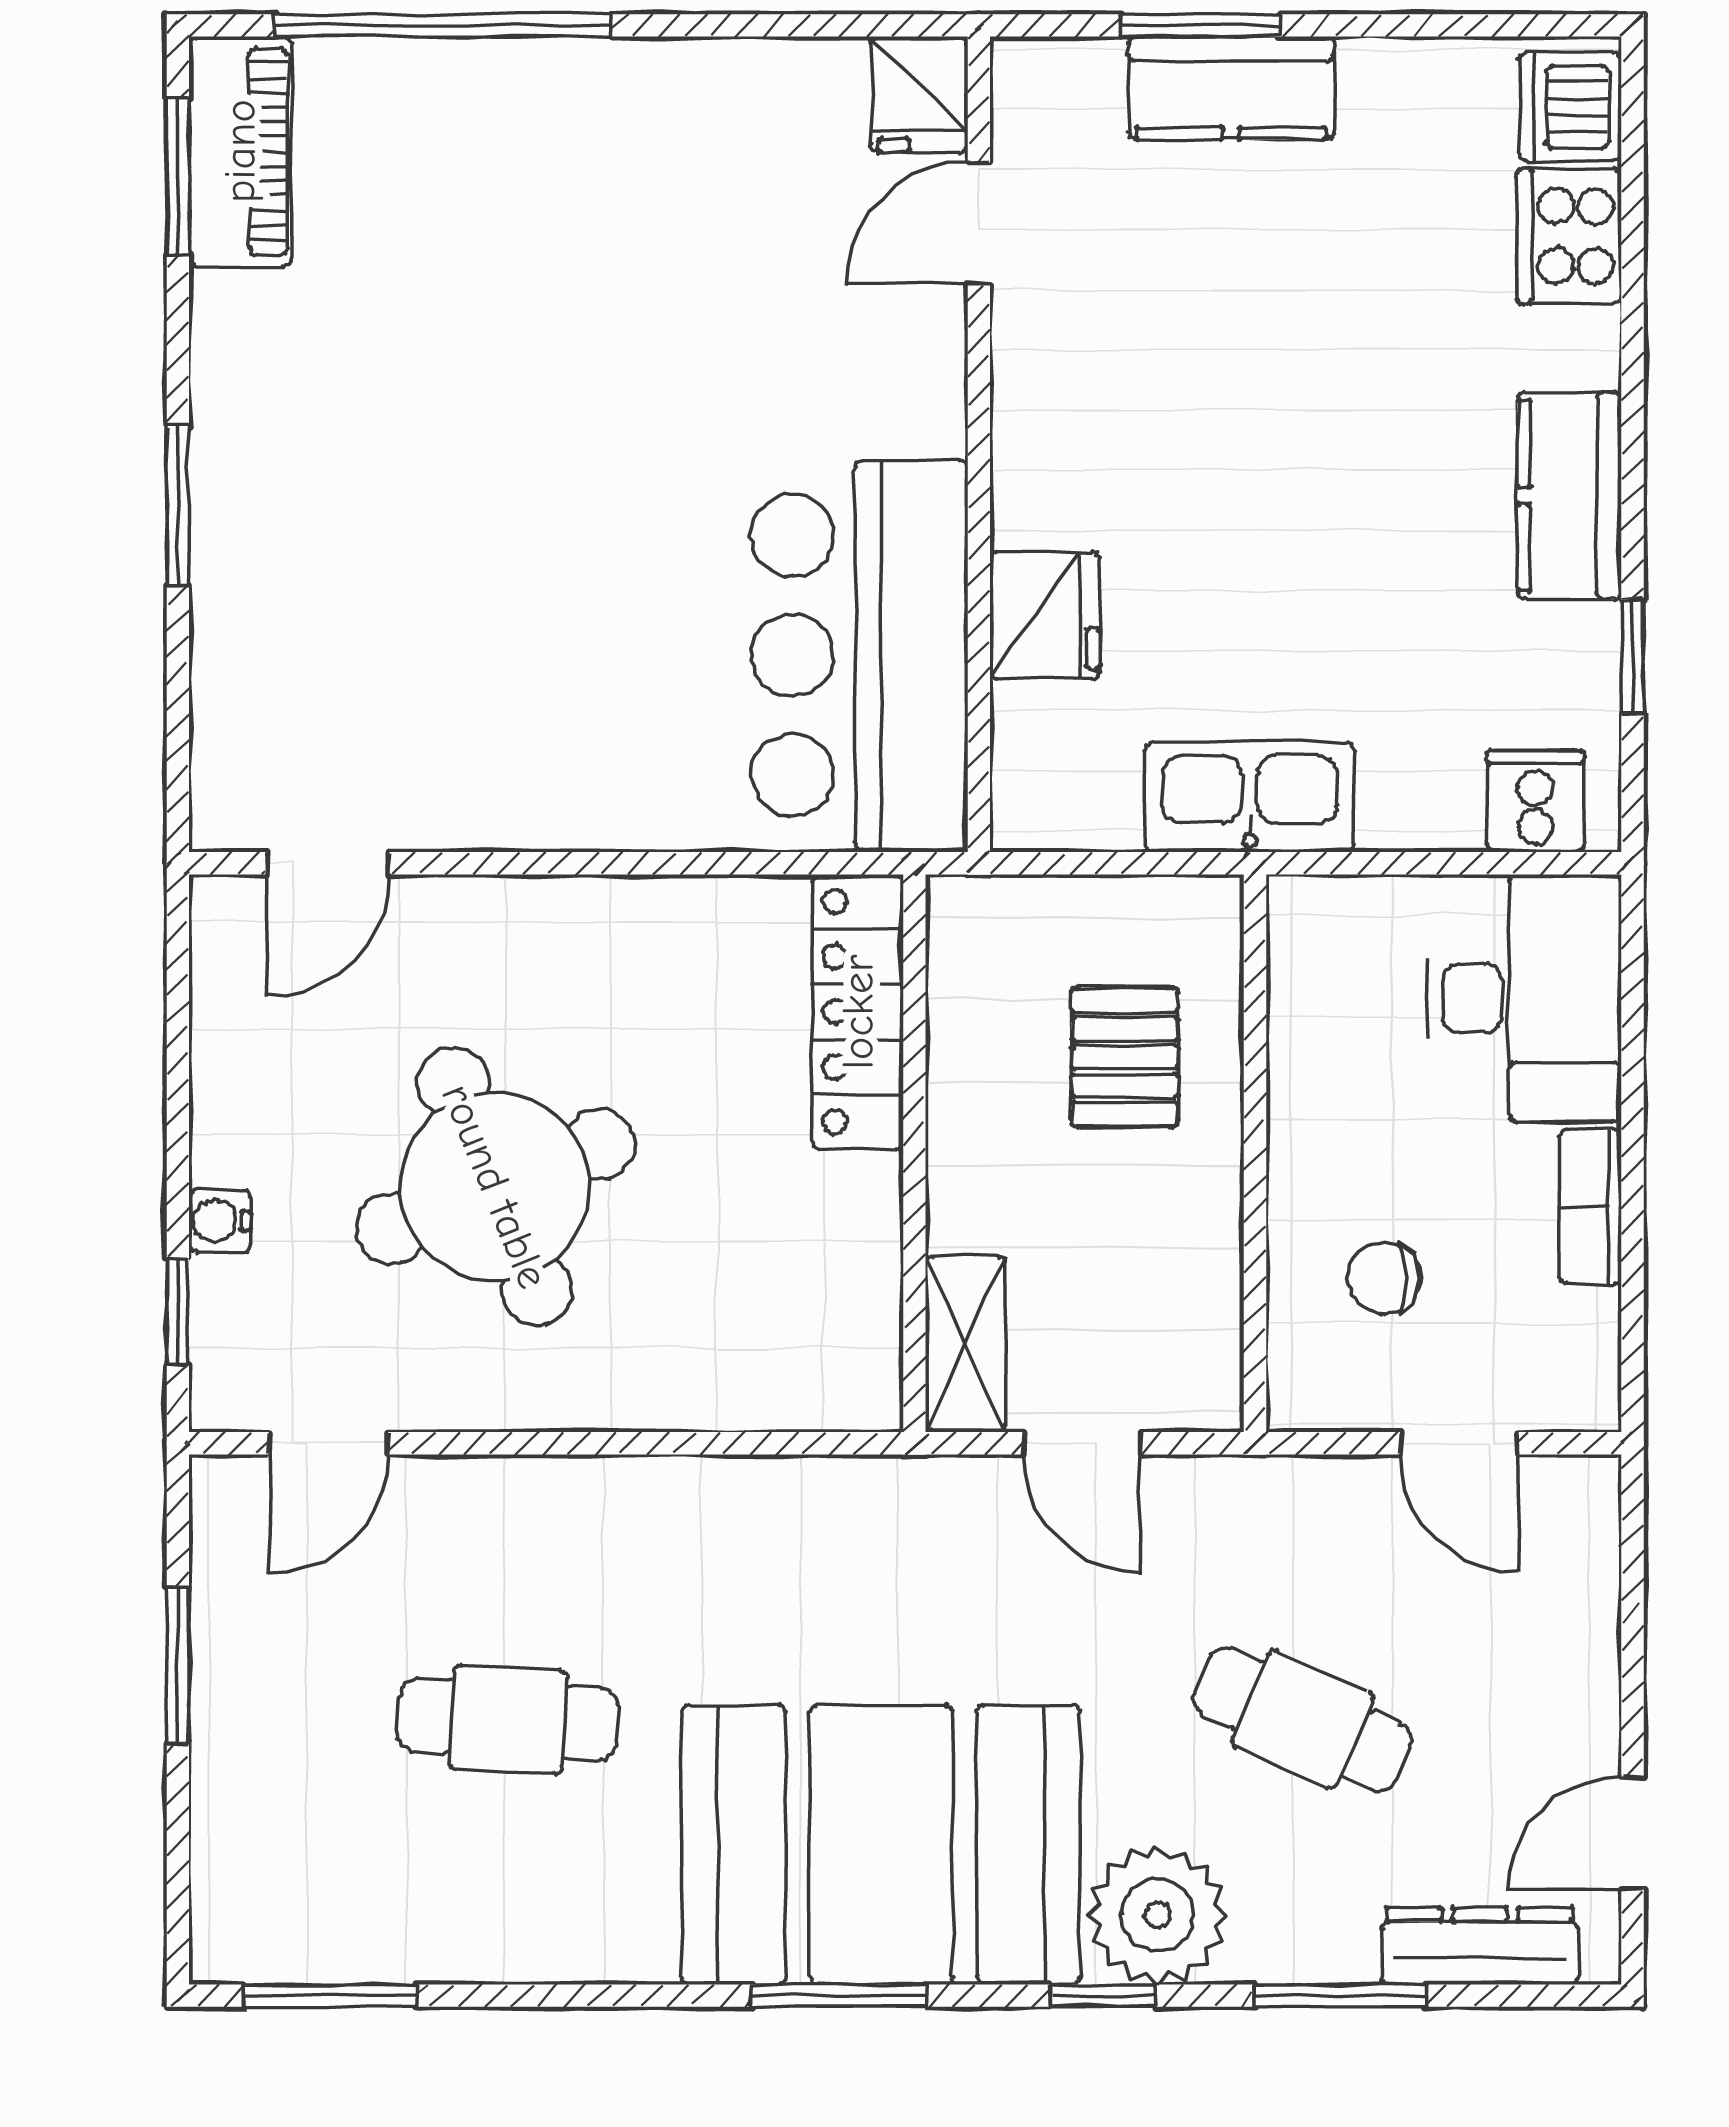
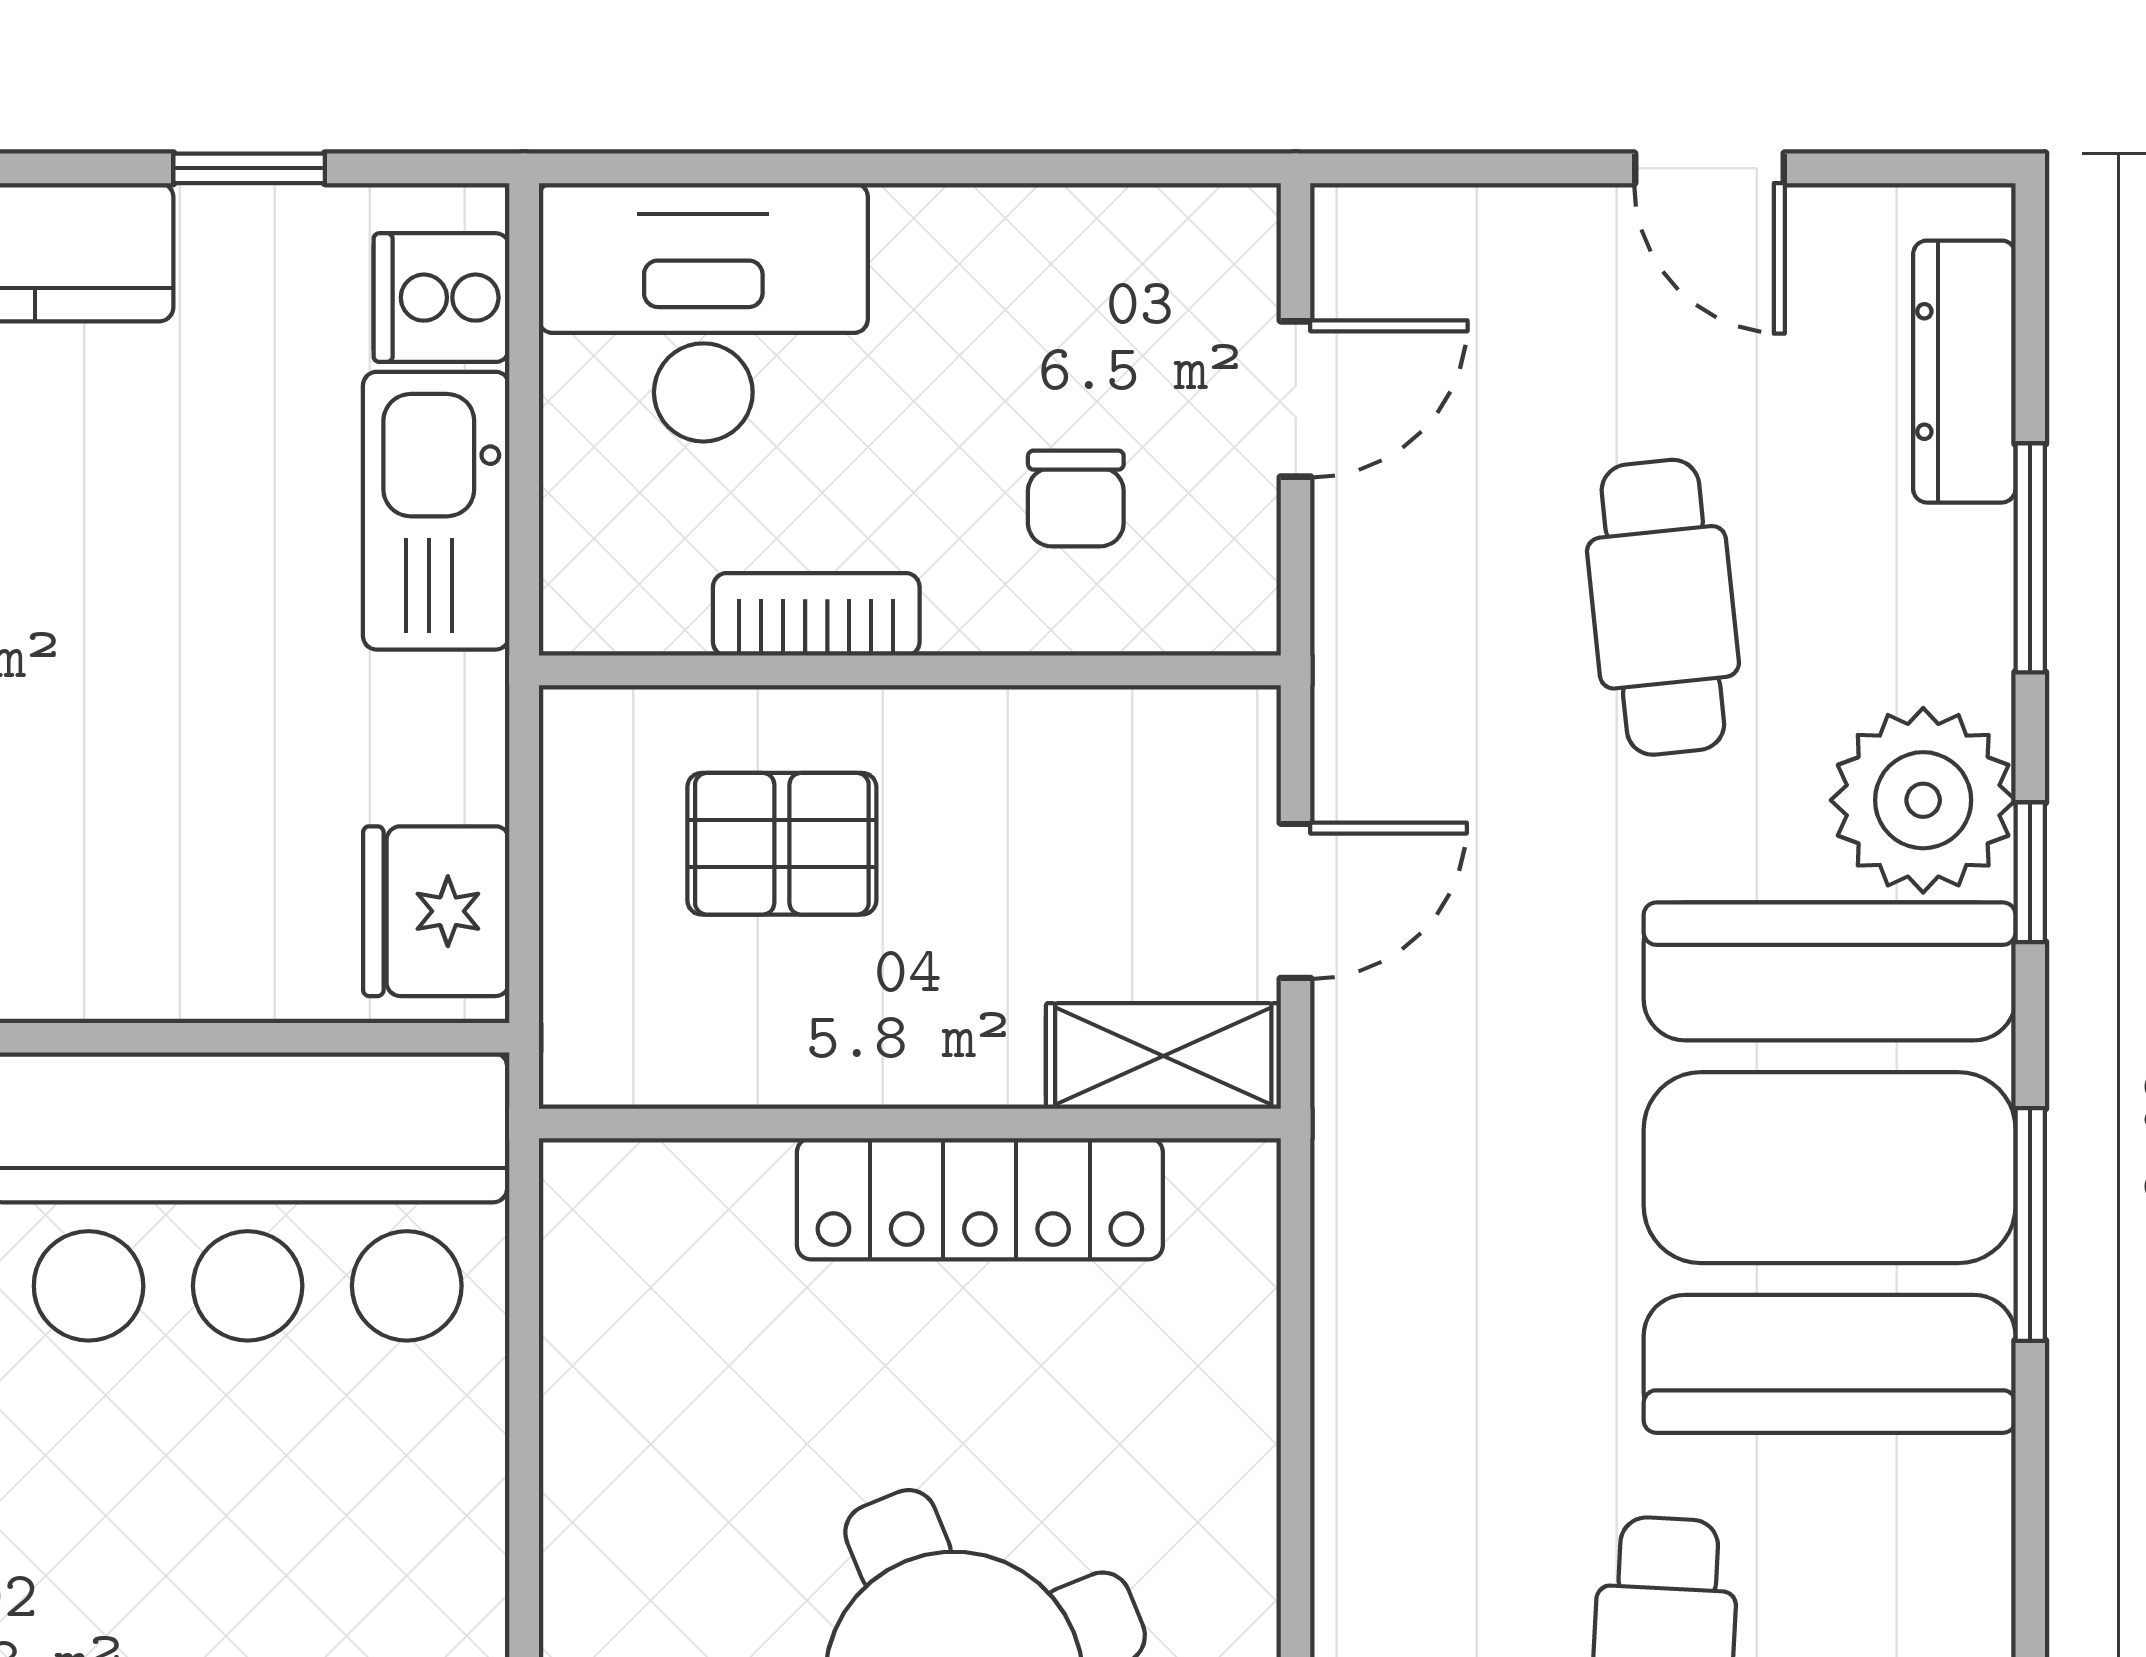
fridge: (1045, 615) -> (436, 911), moved, turned -90
kitchen sink: (1250, 797) -> (436, 511), moved
locker: (858, 1012) -> (980, 1199), moved
bookcase: (1590, 1207) -> (816, 614), moved, turned 180
cafe table: (1302, 1719) -> (1663, 607), turned -30
door: (1633, 1833) -> (1709, 168), moved

